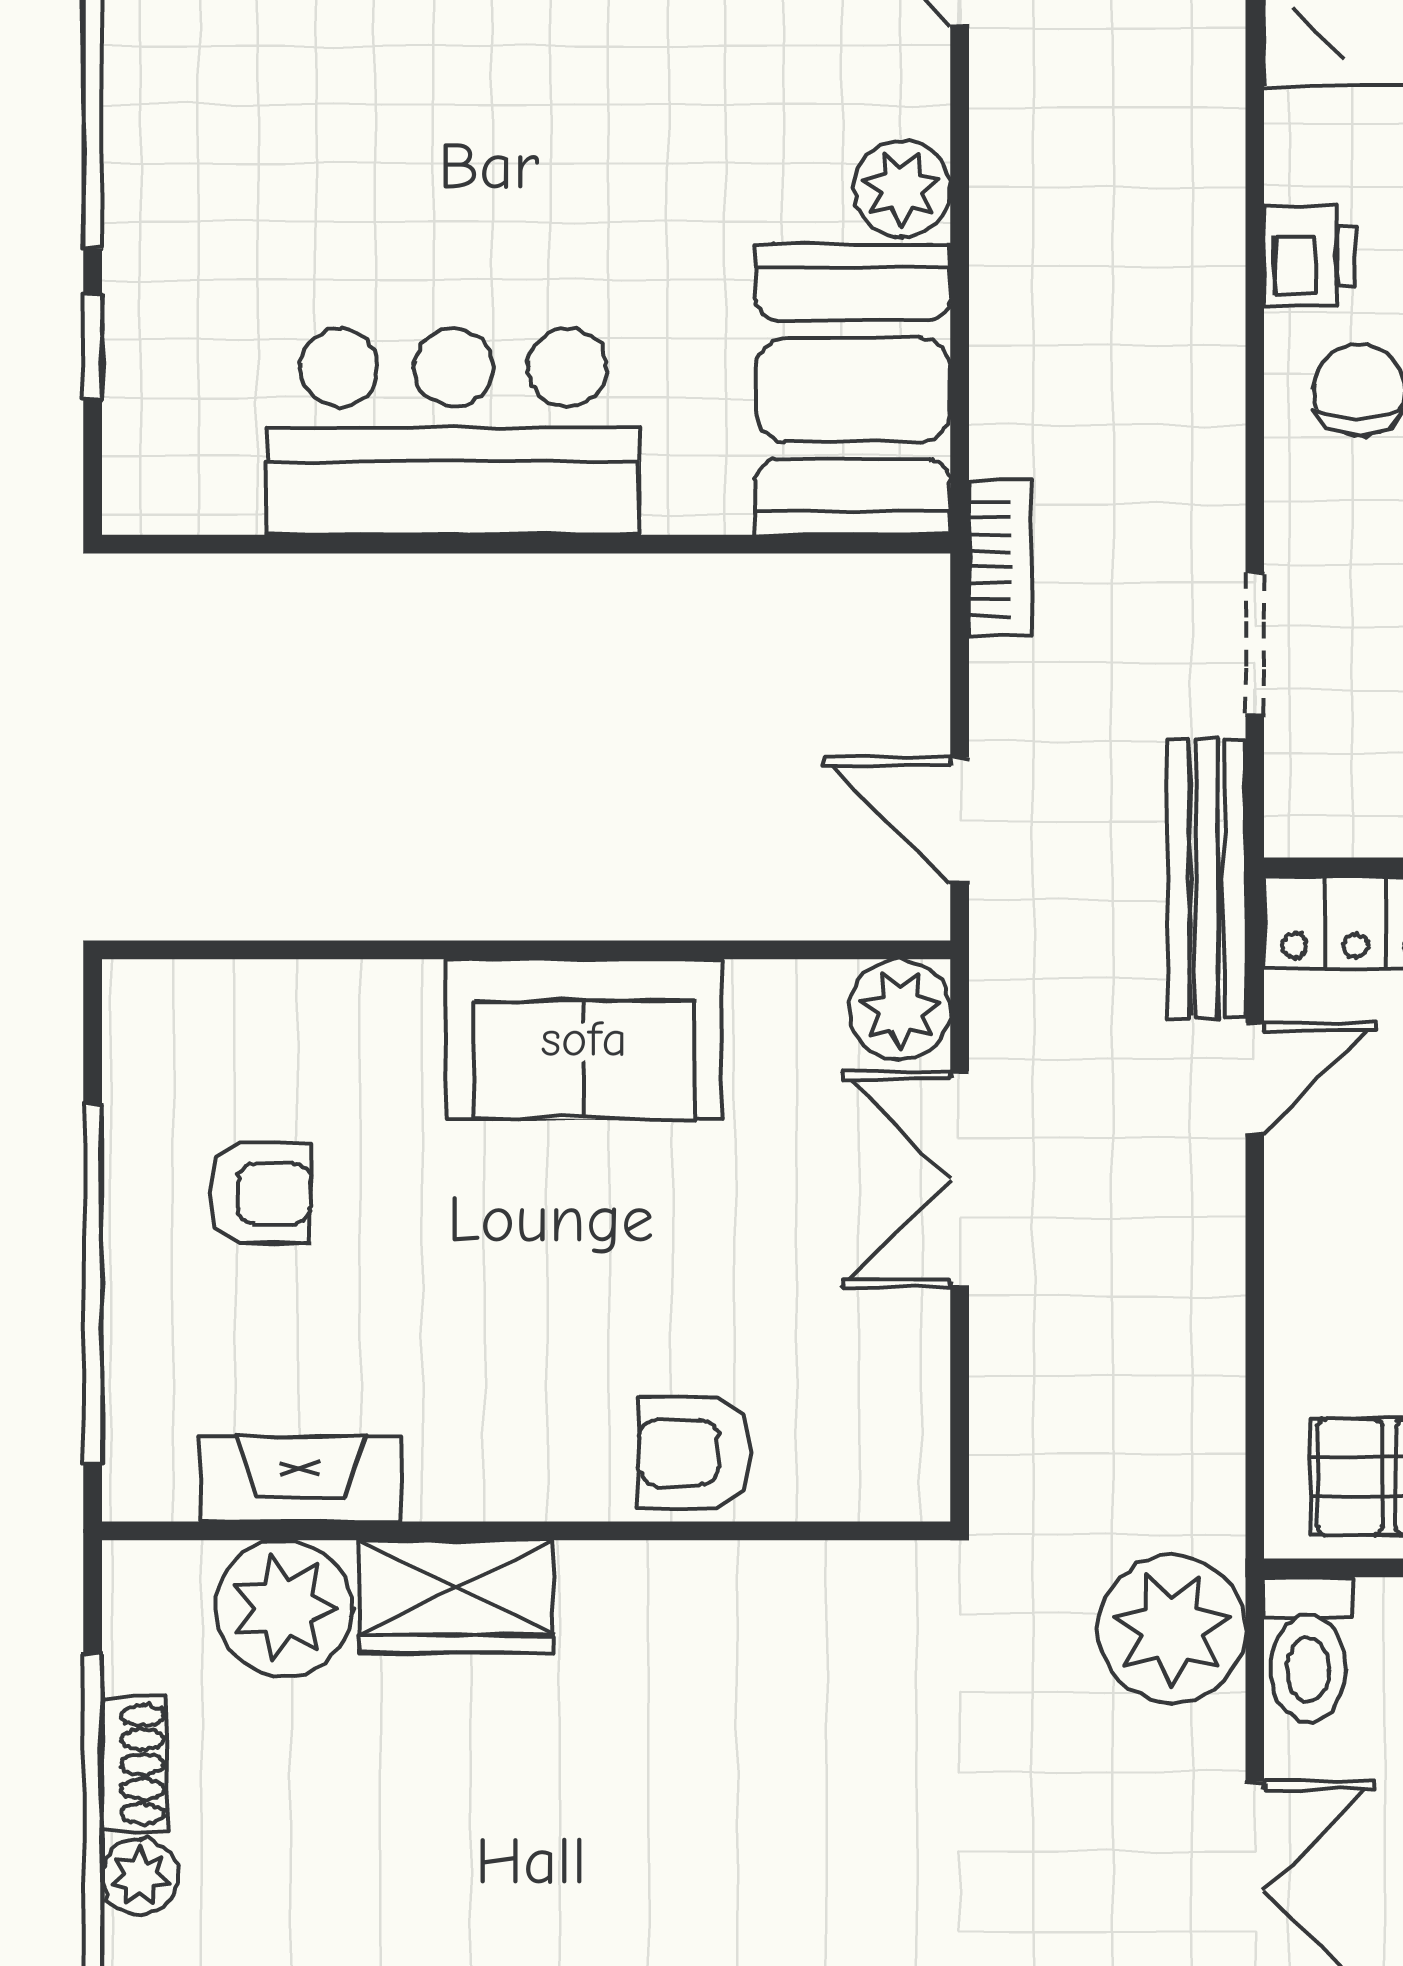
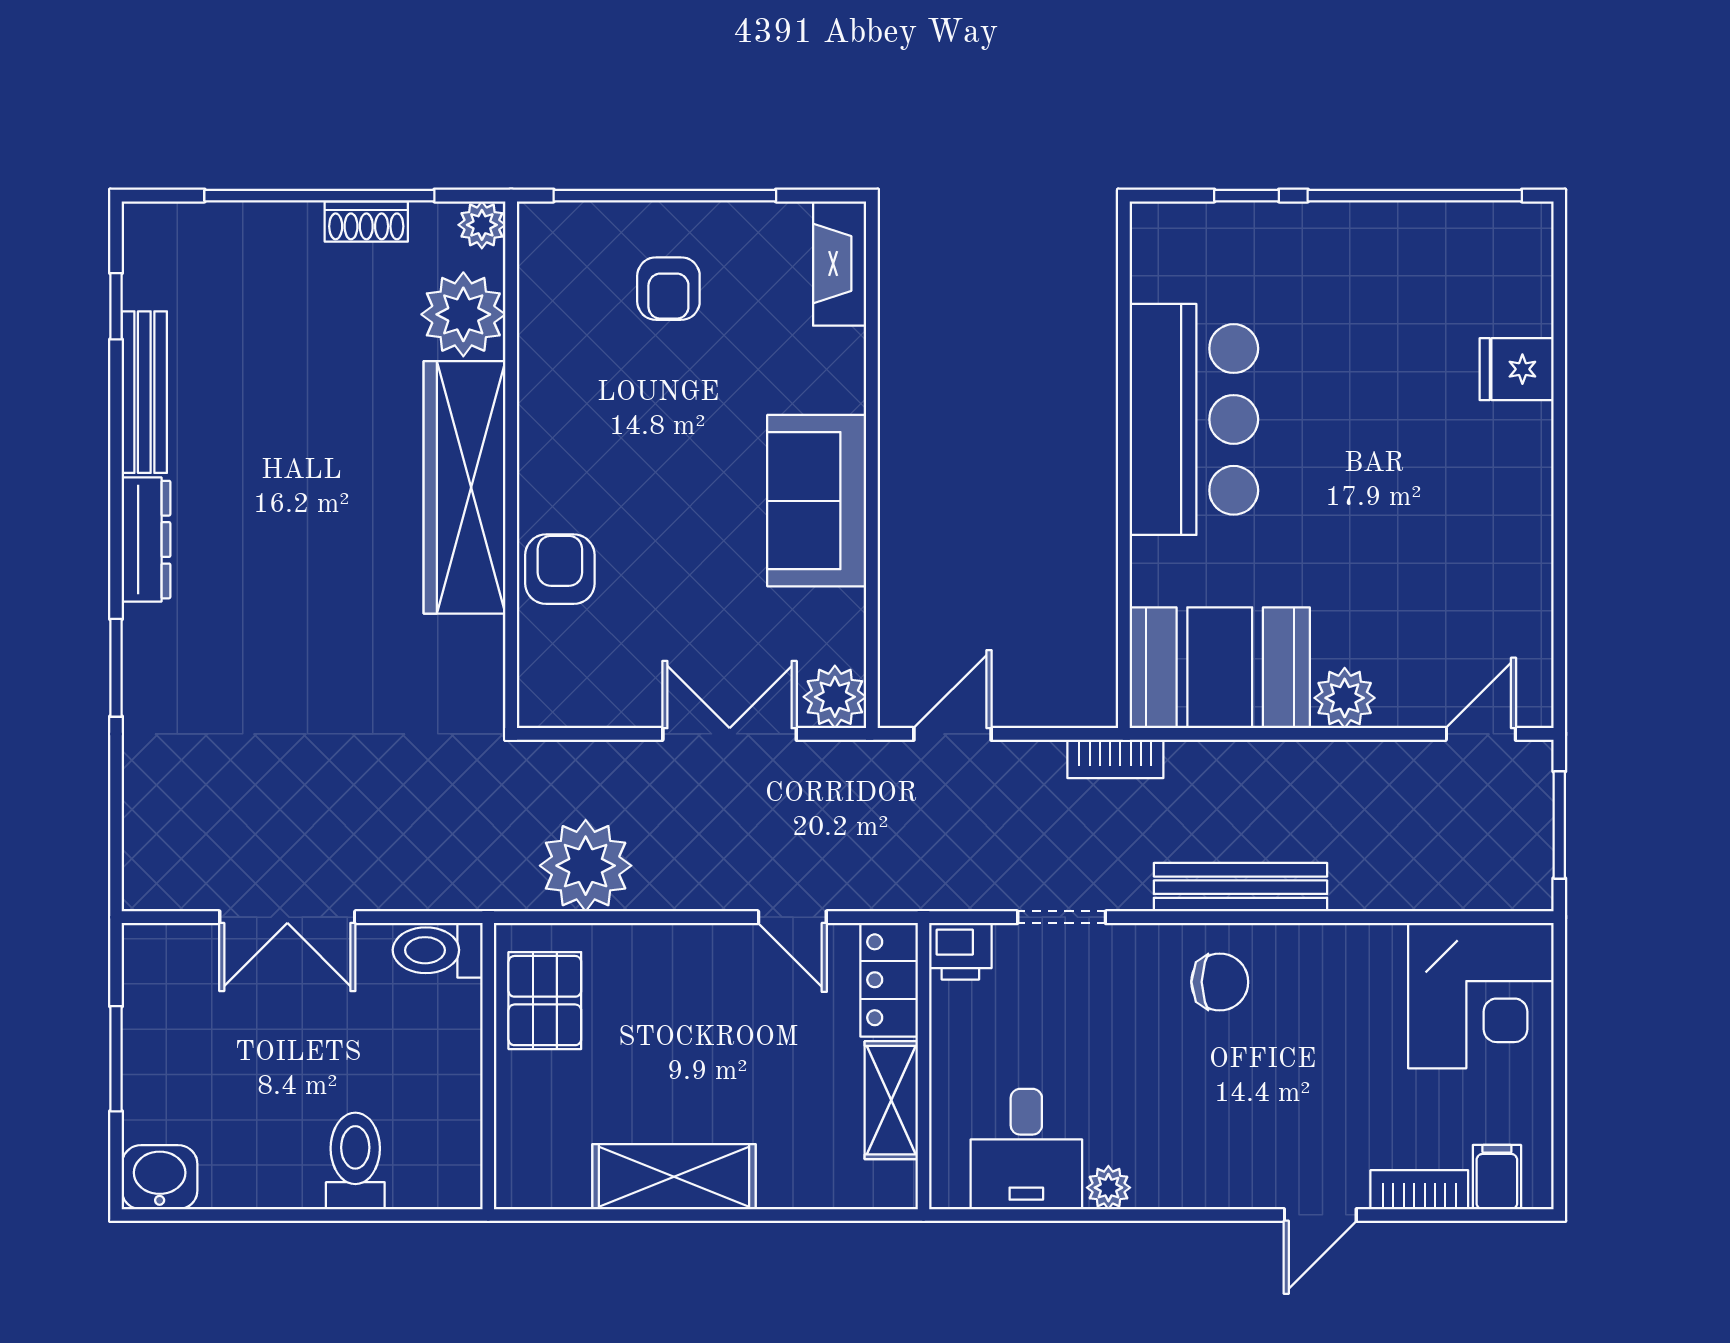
printer: (1310, 256) -> (960, 951), moved
bench: (1206, 878) -> (1241, 887), moved
armchair: (260, 1193) -> (668, 289), moved
fireplace: (301, 1479) -> (840, 263), moved, turned 180
wardrobe: (456, 1596) -> (465, 487), width x2.10, depth x1.17
plant: (1172, 1629) -> (586, 866), moved
plant: (140, 1877) -> (482, 225), moved

